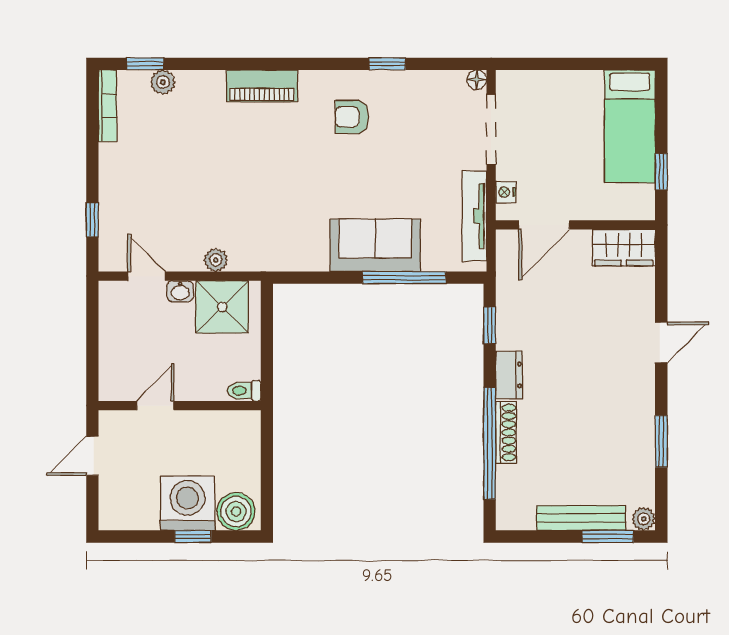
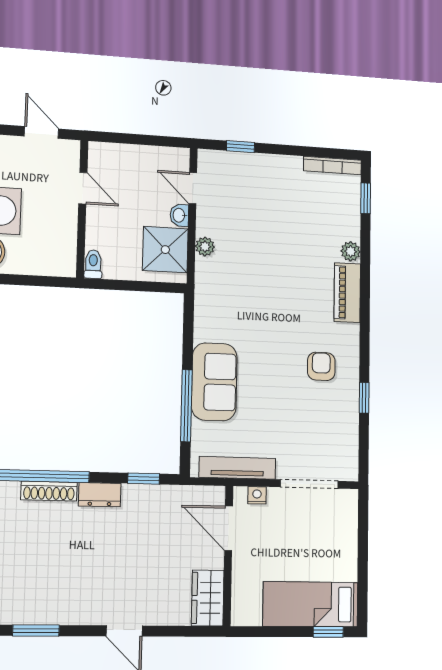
floor lamp: (477, 80) -> (350, 473), removed
plant: (163, 82) -> (351, 251), moved
window: (661, 172) -> (328, 632), moved
door: (147, 276) -> (193, 188), swing flipped

